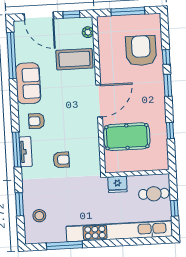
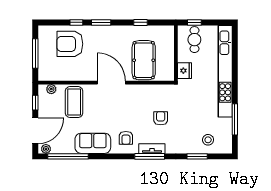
plant: (19, 30) -> (46, 149), added
window: (174, 208) -> (194, 22), moved

